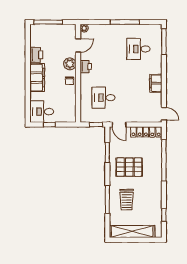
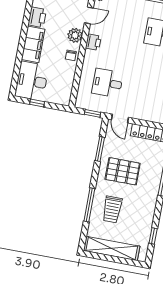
desk: (42, 112) -> (32, 81), width x1.37

